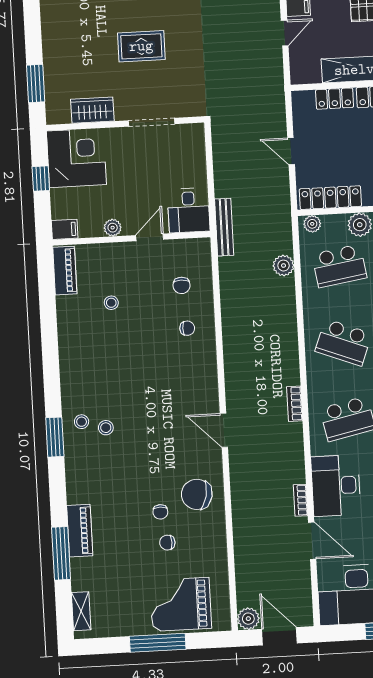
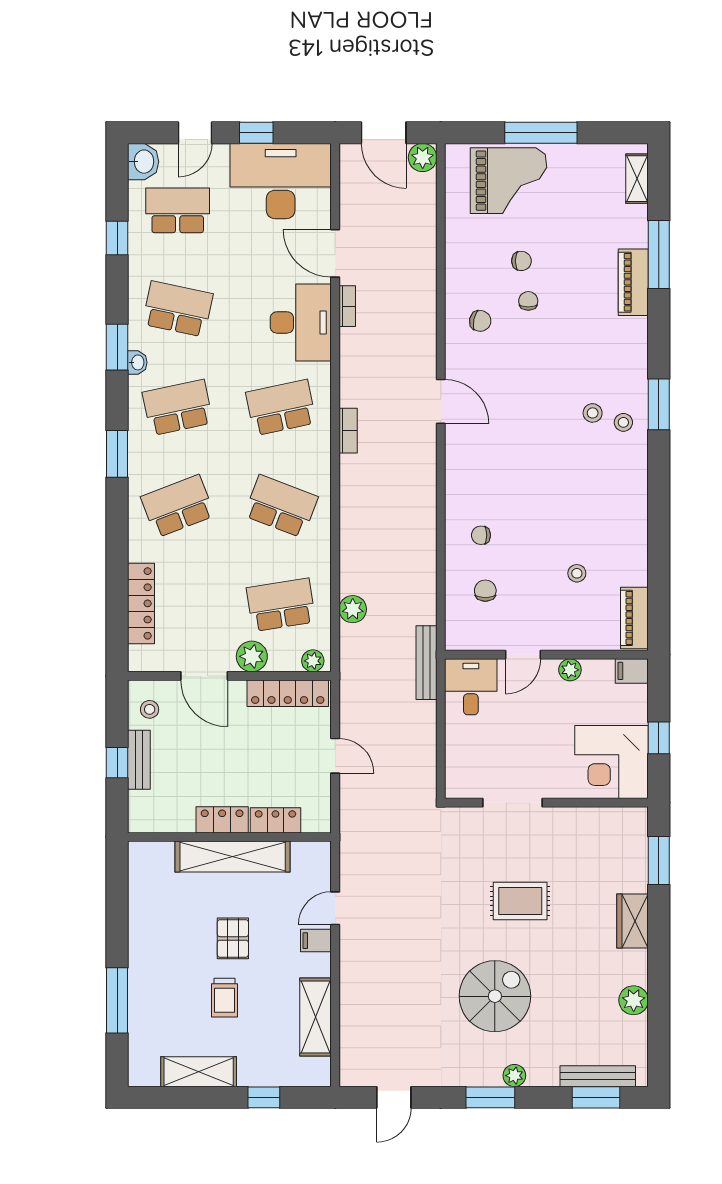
wardrobe: (92, 110) -> (633, 921), moved, turned 90
chair: (197, 494) -> (480, 321), width x0.54, depth x0.54

